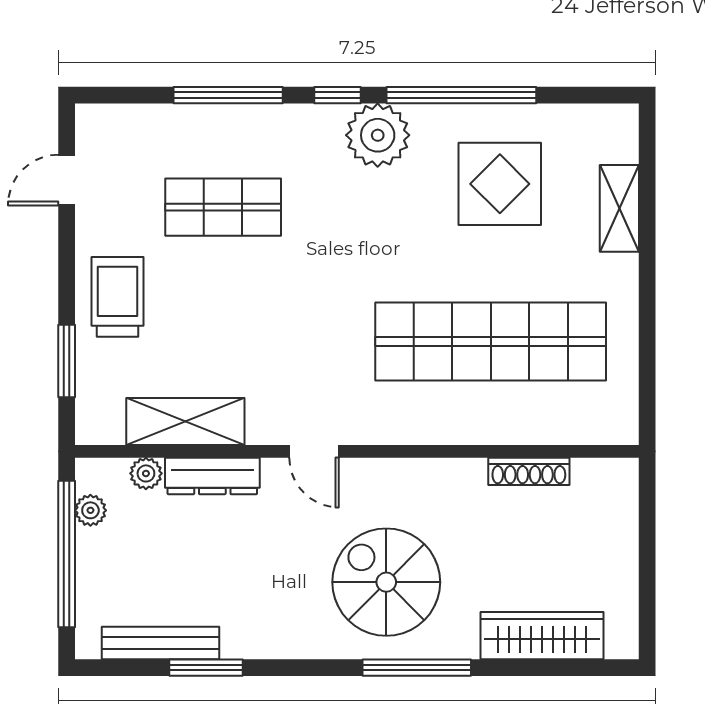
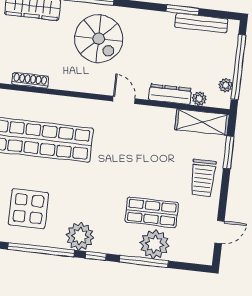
plant: (209, 136) -> (155, 244), added
shelving: (185, 422) -> (202, 122), moved

